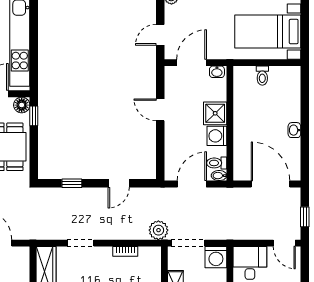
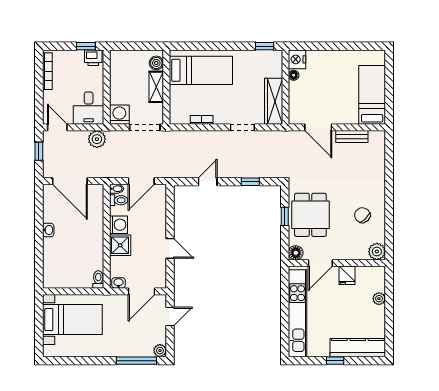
toilet: (262, 76) -> (98, 279), moved
window: (34, 116) -> (285, 216), moved
plant: (158, 230) -> (97, 139), moved

